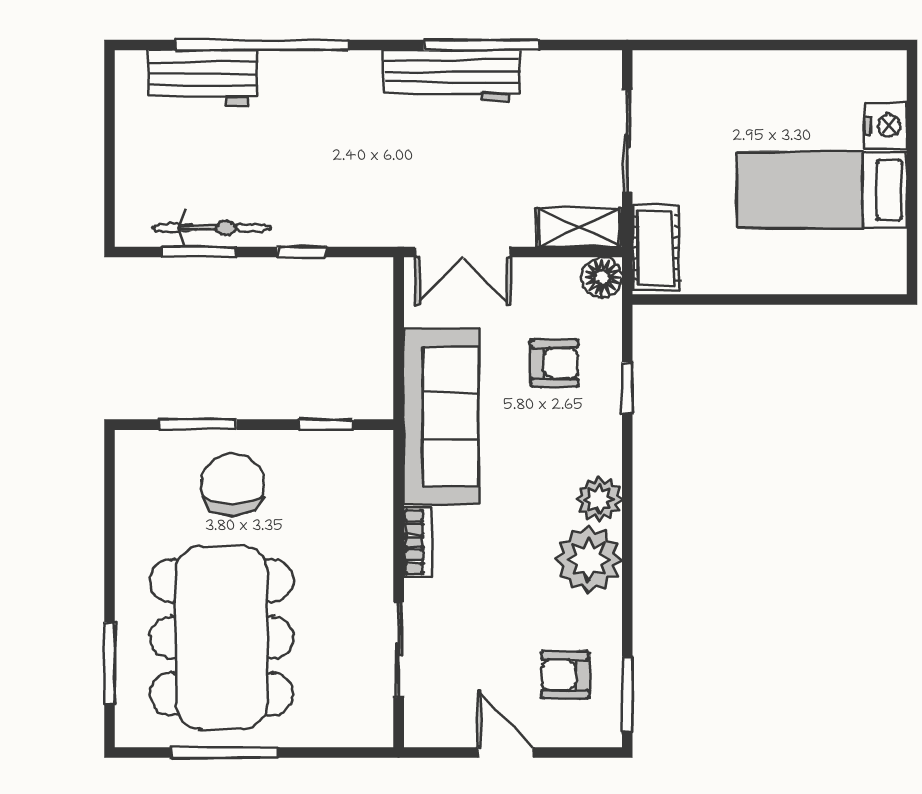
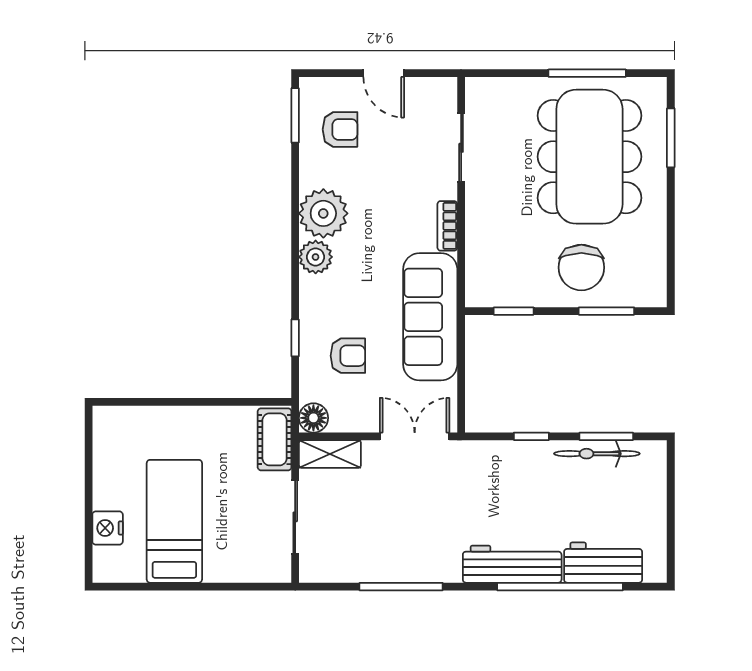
workbench: (452, 76) -> (512, 564), moved
bed: (822, 190) -> (174, 521), moved, turned -90
armchair: (555, 363) -> (348, 356), turned 180

